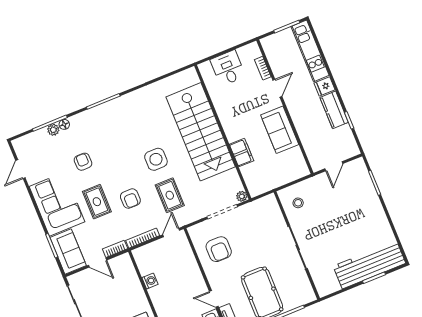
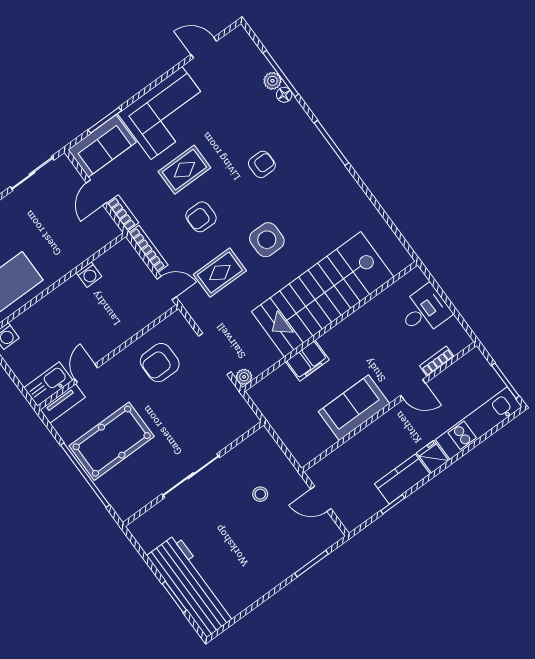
armchair: (83, 162) -> (262, 164), moved
stool: (298, 203) -> (260, 494), moved

